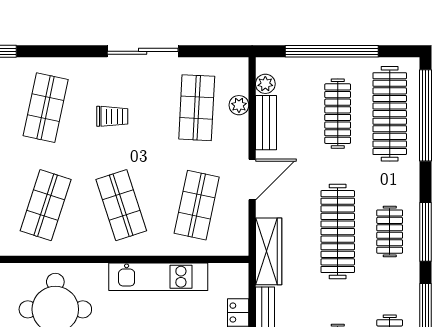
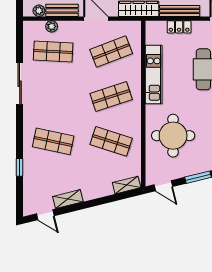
trolley: (112, 116) -> (58, 102), removed
shop shelf: (197, 205) -> (111, 52), turned -33

